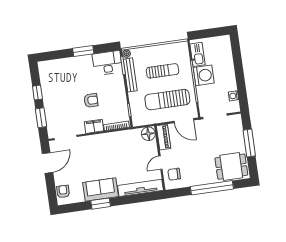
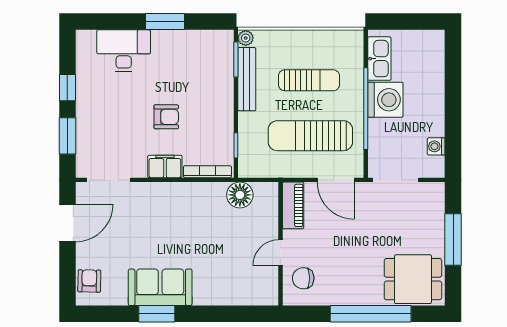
desk: (107, 63) -> (124, 51), moved
floor lamp: (148, 134) -> (240, 195), moved
tv unit: (140, 188) -> (236, 295), removed

